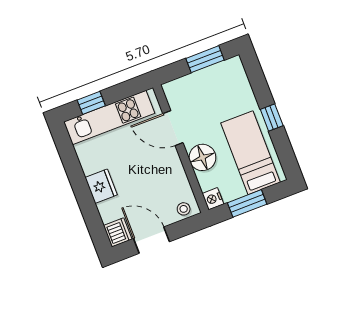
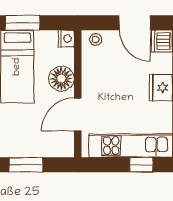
door: (173, 128) -> (78, 115), swing flipped
window: (247, 203) -> (22, 23), moved

